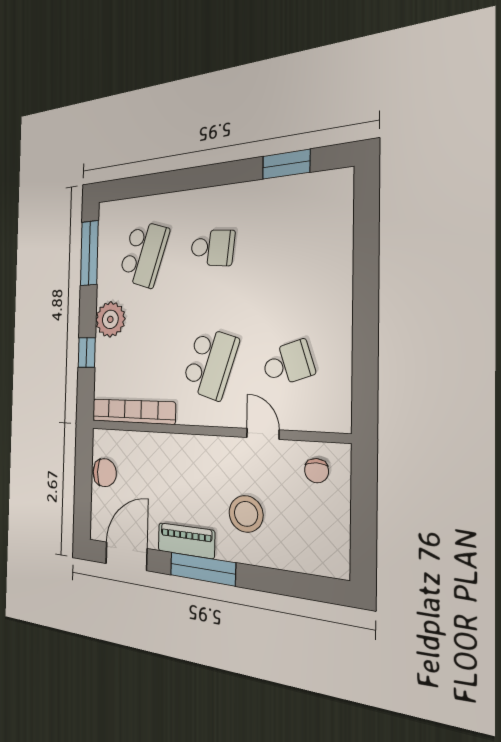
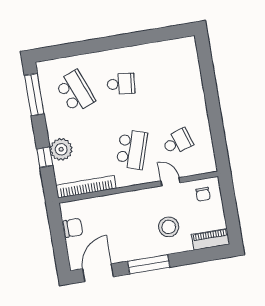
window: (286, 164) -> (157, 35), removed
school desk: (144, 254) -> (75, 92), turned -39
plant: (110, 319) -> (61, 149), moved
piano: (186, 541) -> (211, 239), moved

